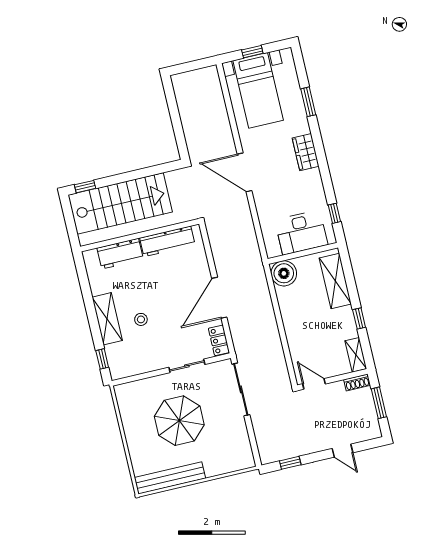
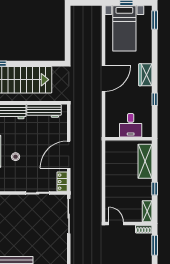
window: (308, 102) -> (155, 20), moved
door: (245, 172) -> (103, 79), swing flipped
window: (334, 213) -> (155, 99), moved
desk: (301, 232) -> (131, 125), width x0.73
boiler: (284, 273) -> (113, 149), removed
parasol: (179, 421) -> (25, 227), removed

